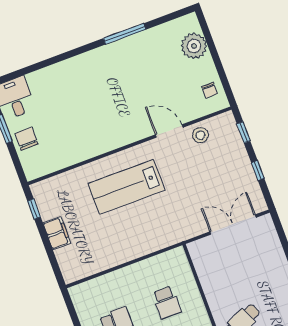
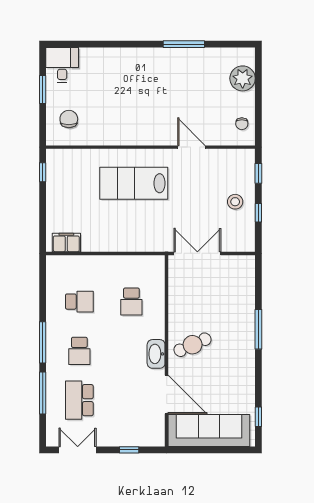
stool: (200, 135) -> (235, 202), moved
chair: (27, 139) -> (69, 119), moved
double door: (233, 225) -> (197, 253), moved
filing cabinet: (57, 233) -> (66, 242), moved, turned -90

